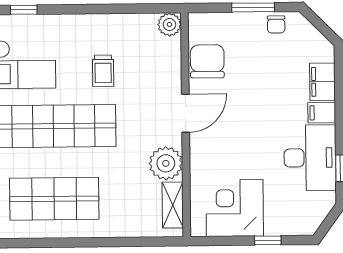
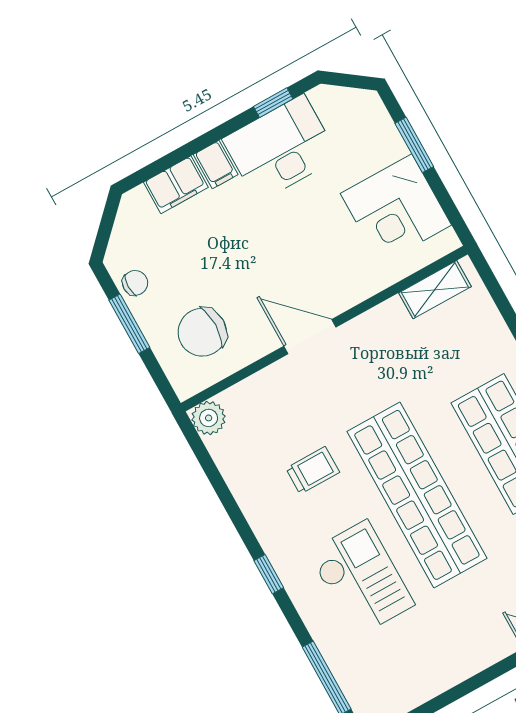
window: (24, 10) -> (269, 574), moved
chair: (207, 61) -> (202, 332), moved
plant: (166, 163) -> (387, 327), removed
window: (268, 240) -> (414, 145), width x1.50

